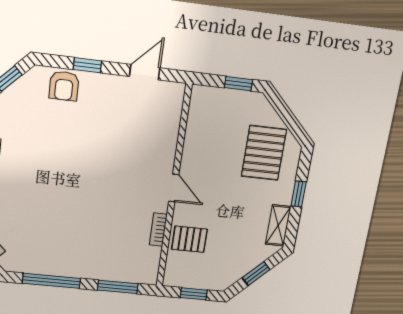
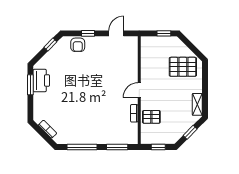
pallet: (264, 153) -> (183, 67), turned 90
door: (174, 188) -> (139, 90), swing flipped
window: (299, 194) -> (205, 86), removed

